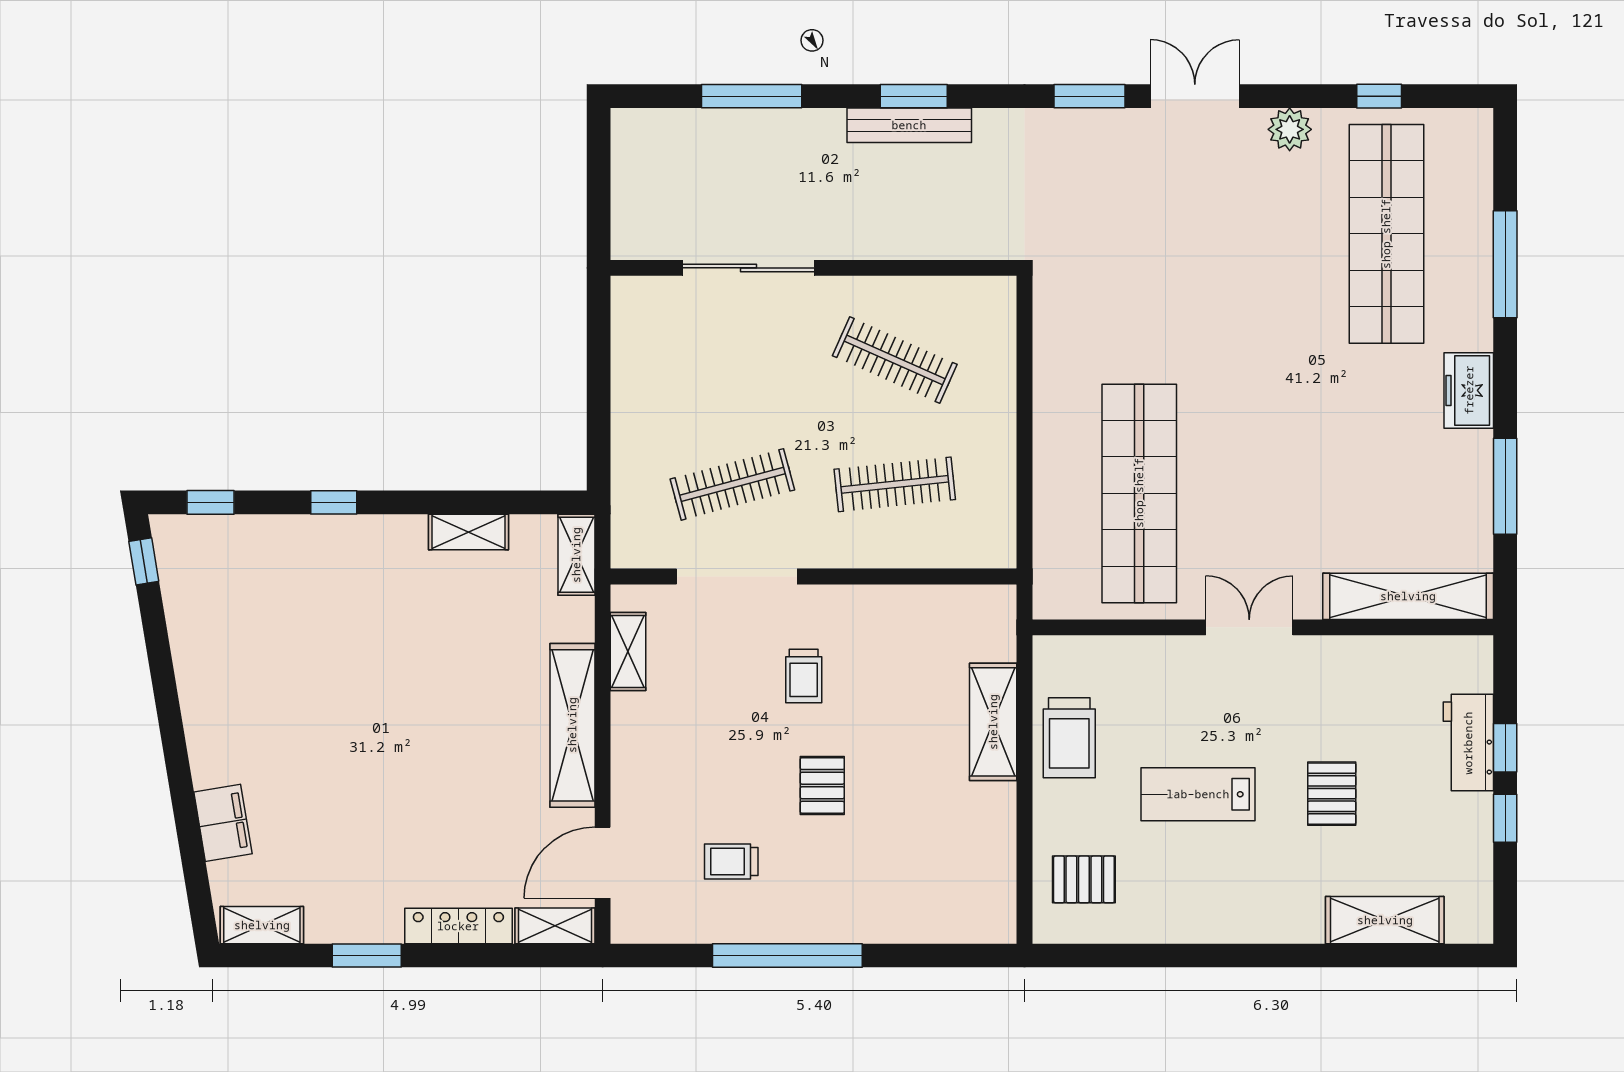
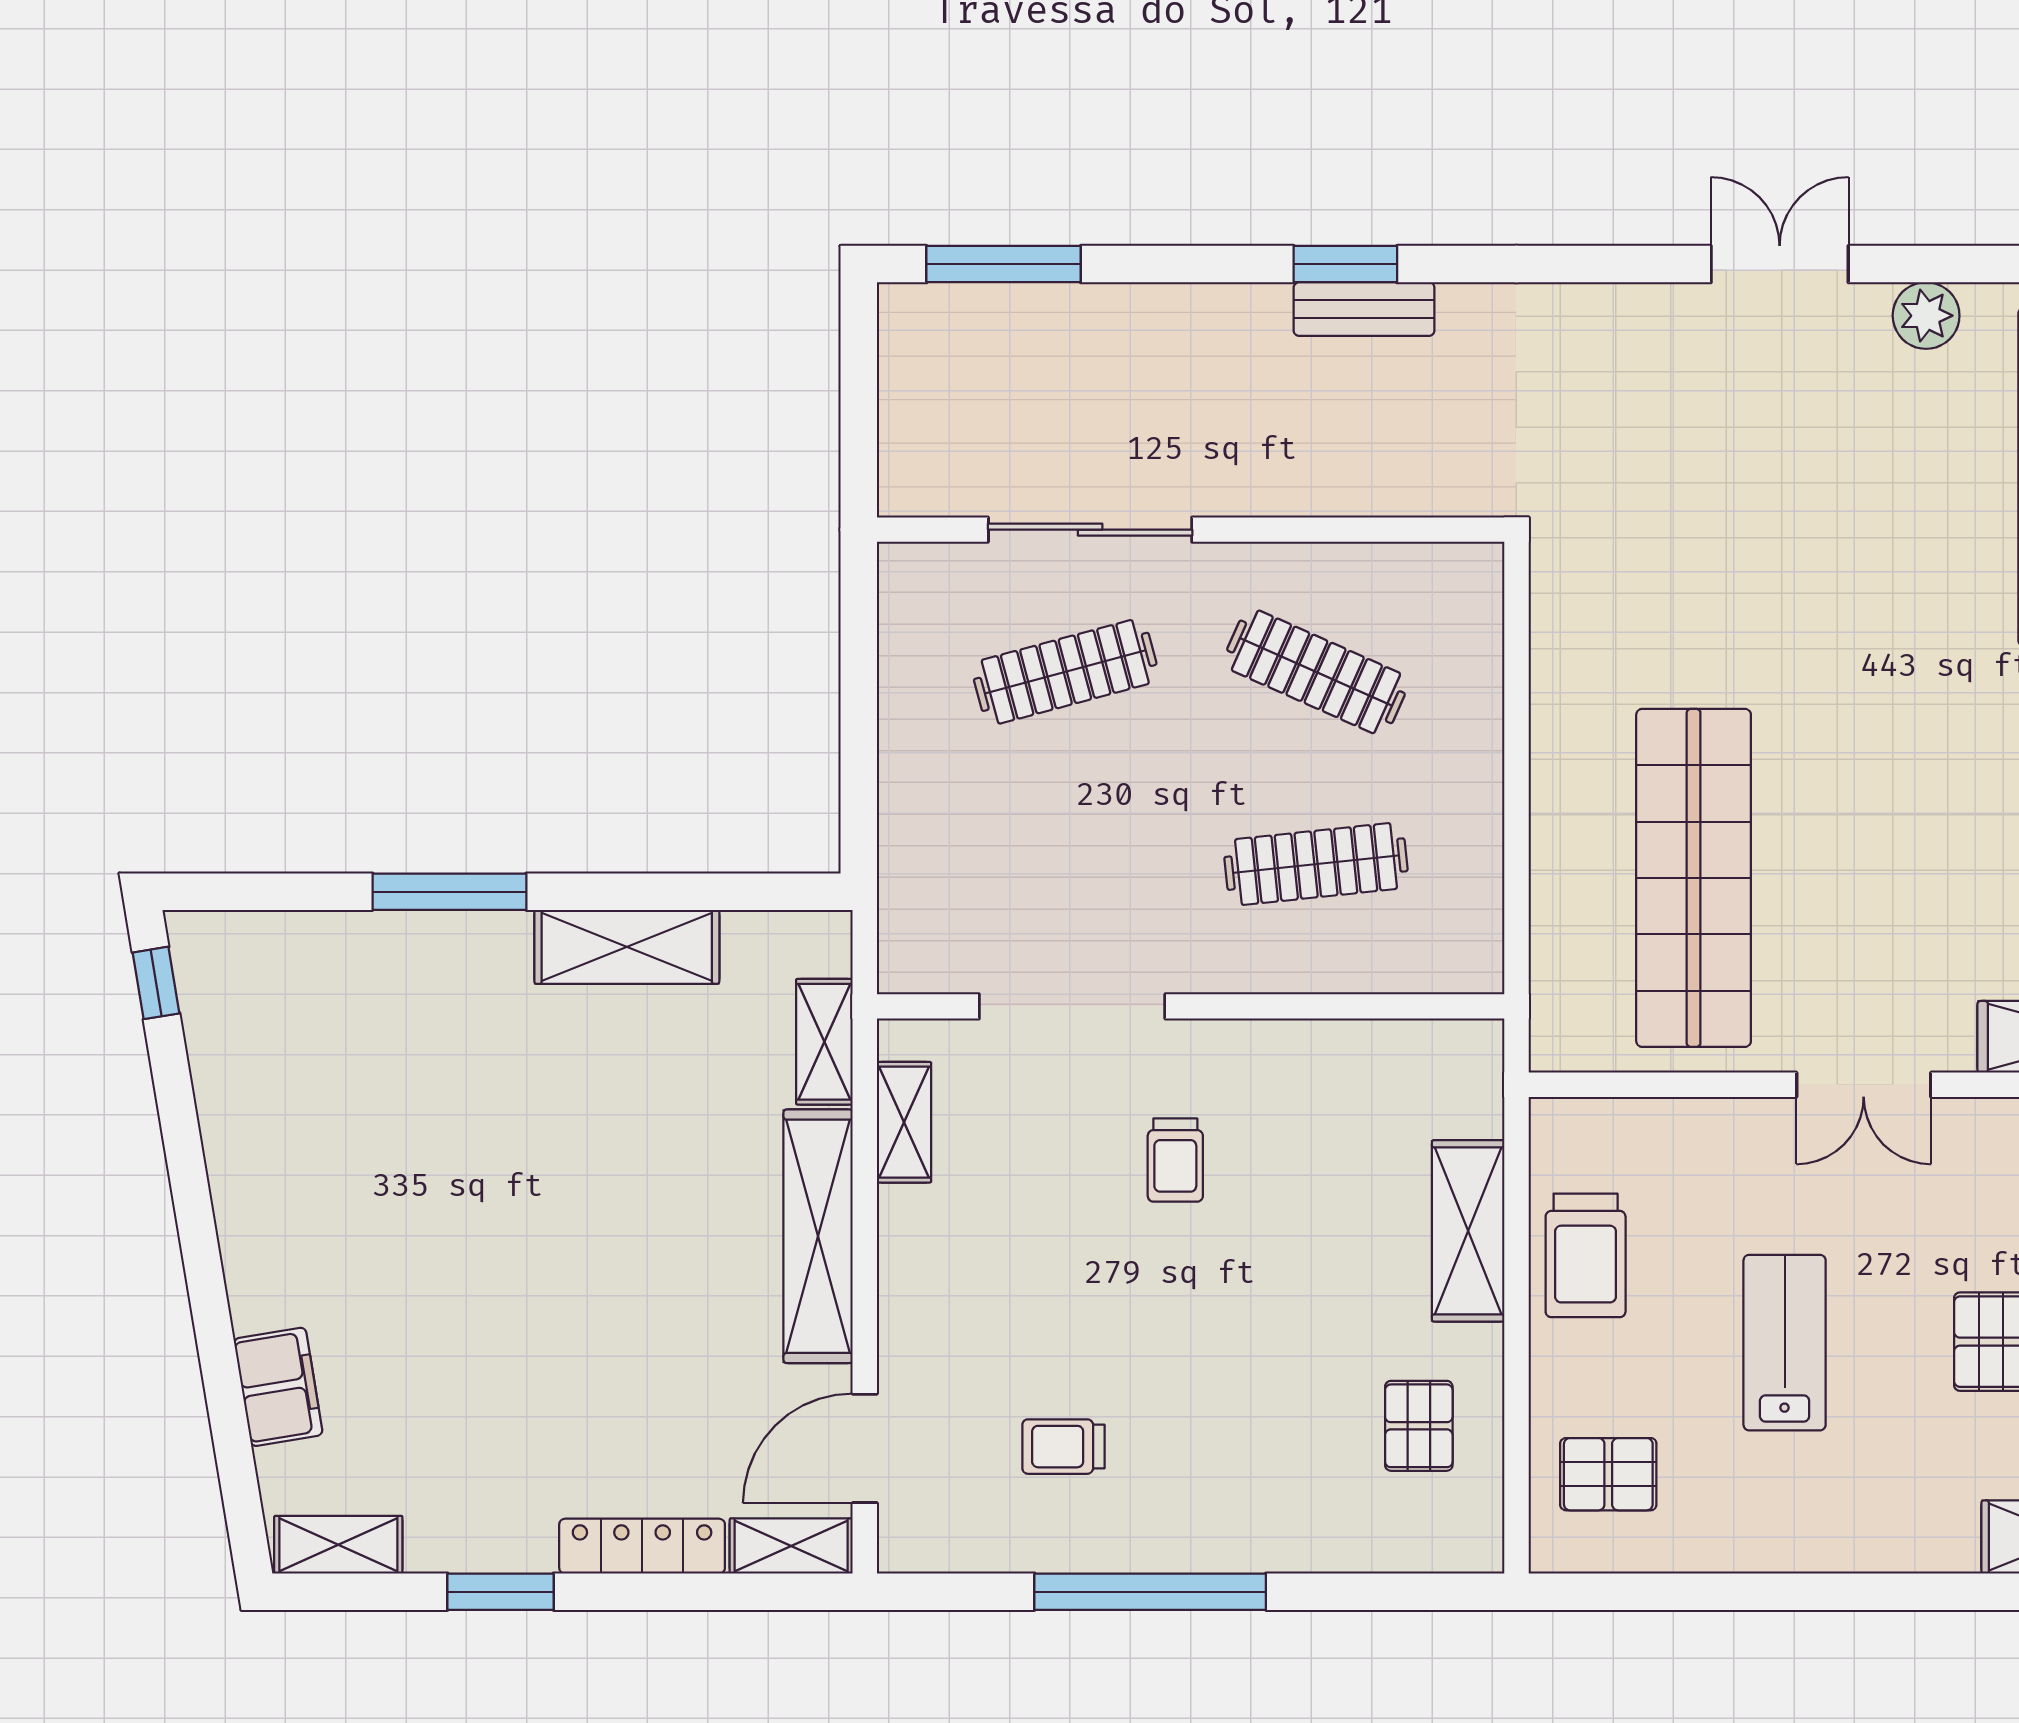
window: (752, 96) -> (1004, 264), moved
window: (1090, 96) -> (1617, 264), removed
bench: (909, 125) -> (1364, 309), width x0.73
clothes rail: (732, 484) -> (1065, 672), moved
window: (211, 502) -> (259, 892), removed
window: (334, 502) -> (449, 892), width x2.17
shelving: (469, 532) -> (627, 947), width x1.50, depth x1.33
shelving: (576, 555) -> (824, 1042), moved
double door: (1249, 627) -> (1864, 1085), swing flipped
pallet: (822, 785) -> (1419, 1426), moved
lab bench: (1198, 794) -> (1785, 1343), turned 90

